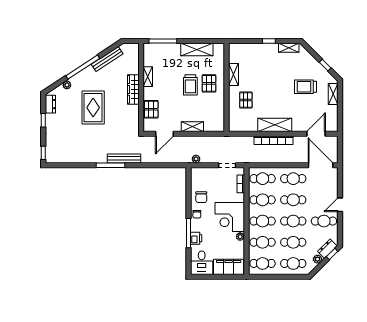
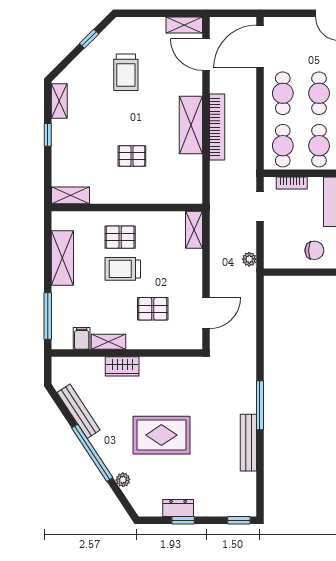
filing cabinet: (150, 61) -> (82, 338), added
shelving: (233, 75) -> (70, 195), moved
trolley: (190, 85) -> (123, 269), turned 180
wardrobe: (133, 89) -> (122, 366), width x0.67
shelving: (333, 94) -> (184, 25), moved
pallet: (246, 100) -> (132, 156), moved
dresser: (50, 104) -> (178, 508), moved
pallet: (151, 109) -> (153, 309), moved
shelving: (192, 127) -> (194, 230), moved
door: (165, 134) -> (206, 313), hinge flipped
bench: (124, 158) -> (248, 443), moved

